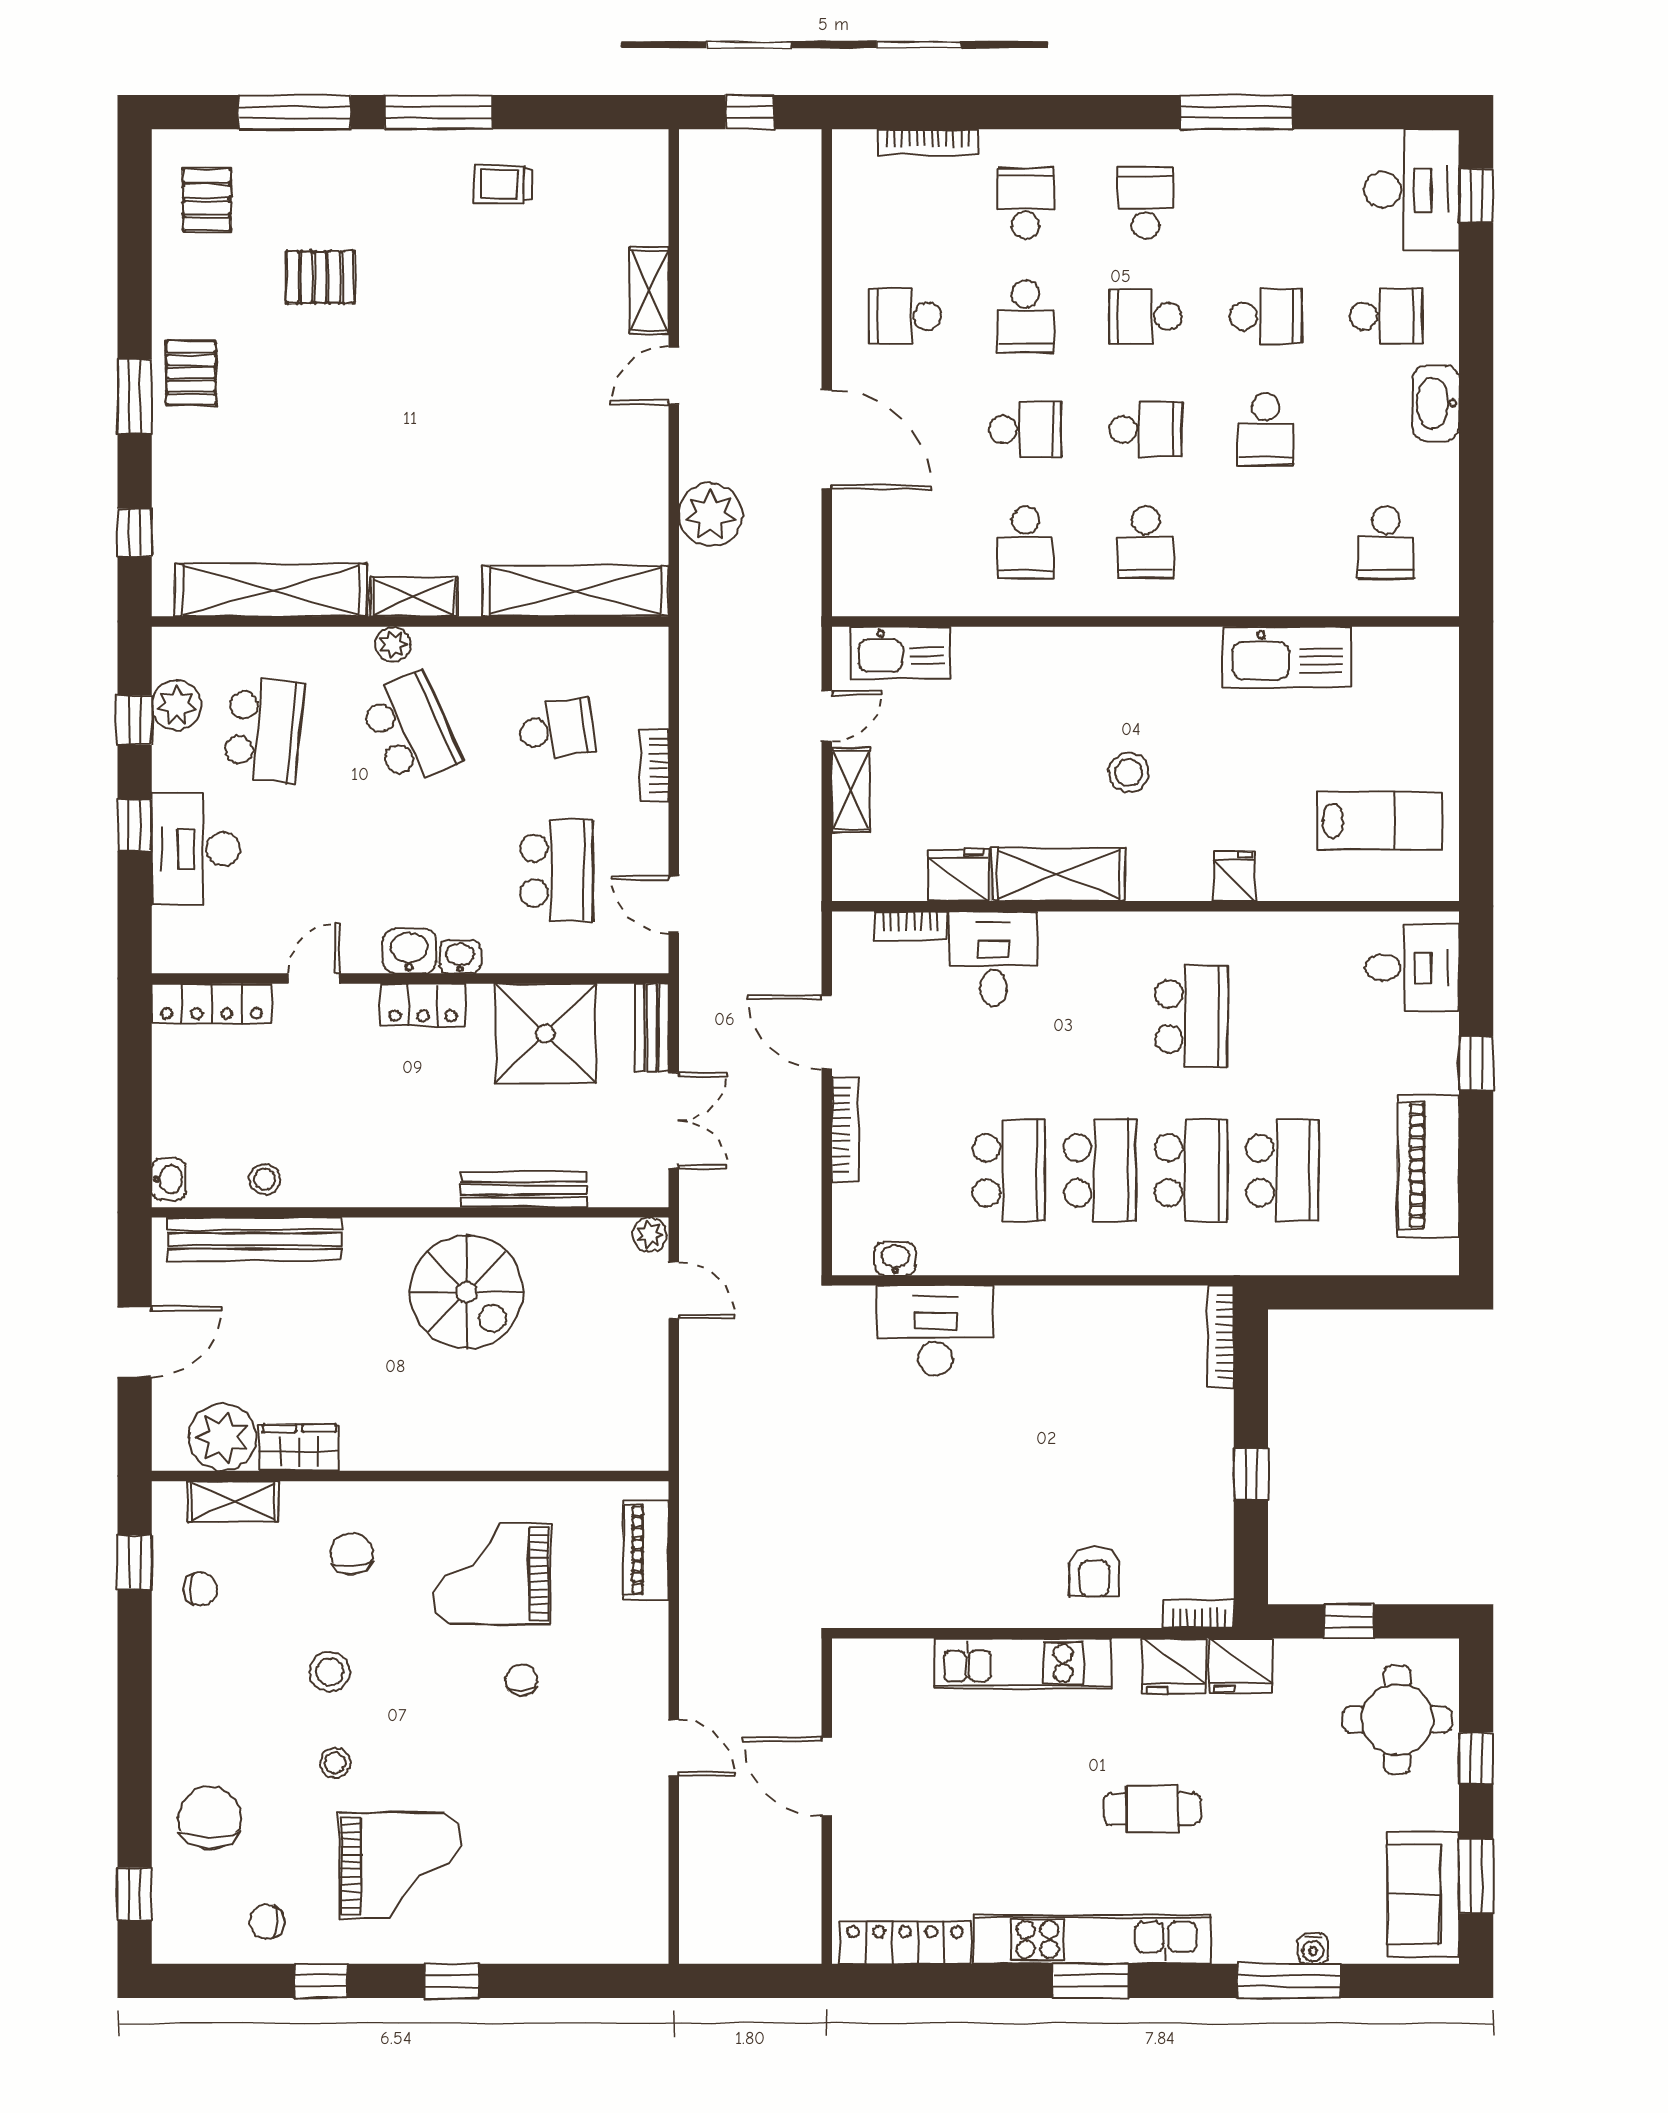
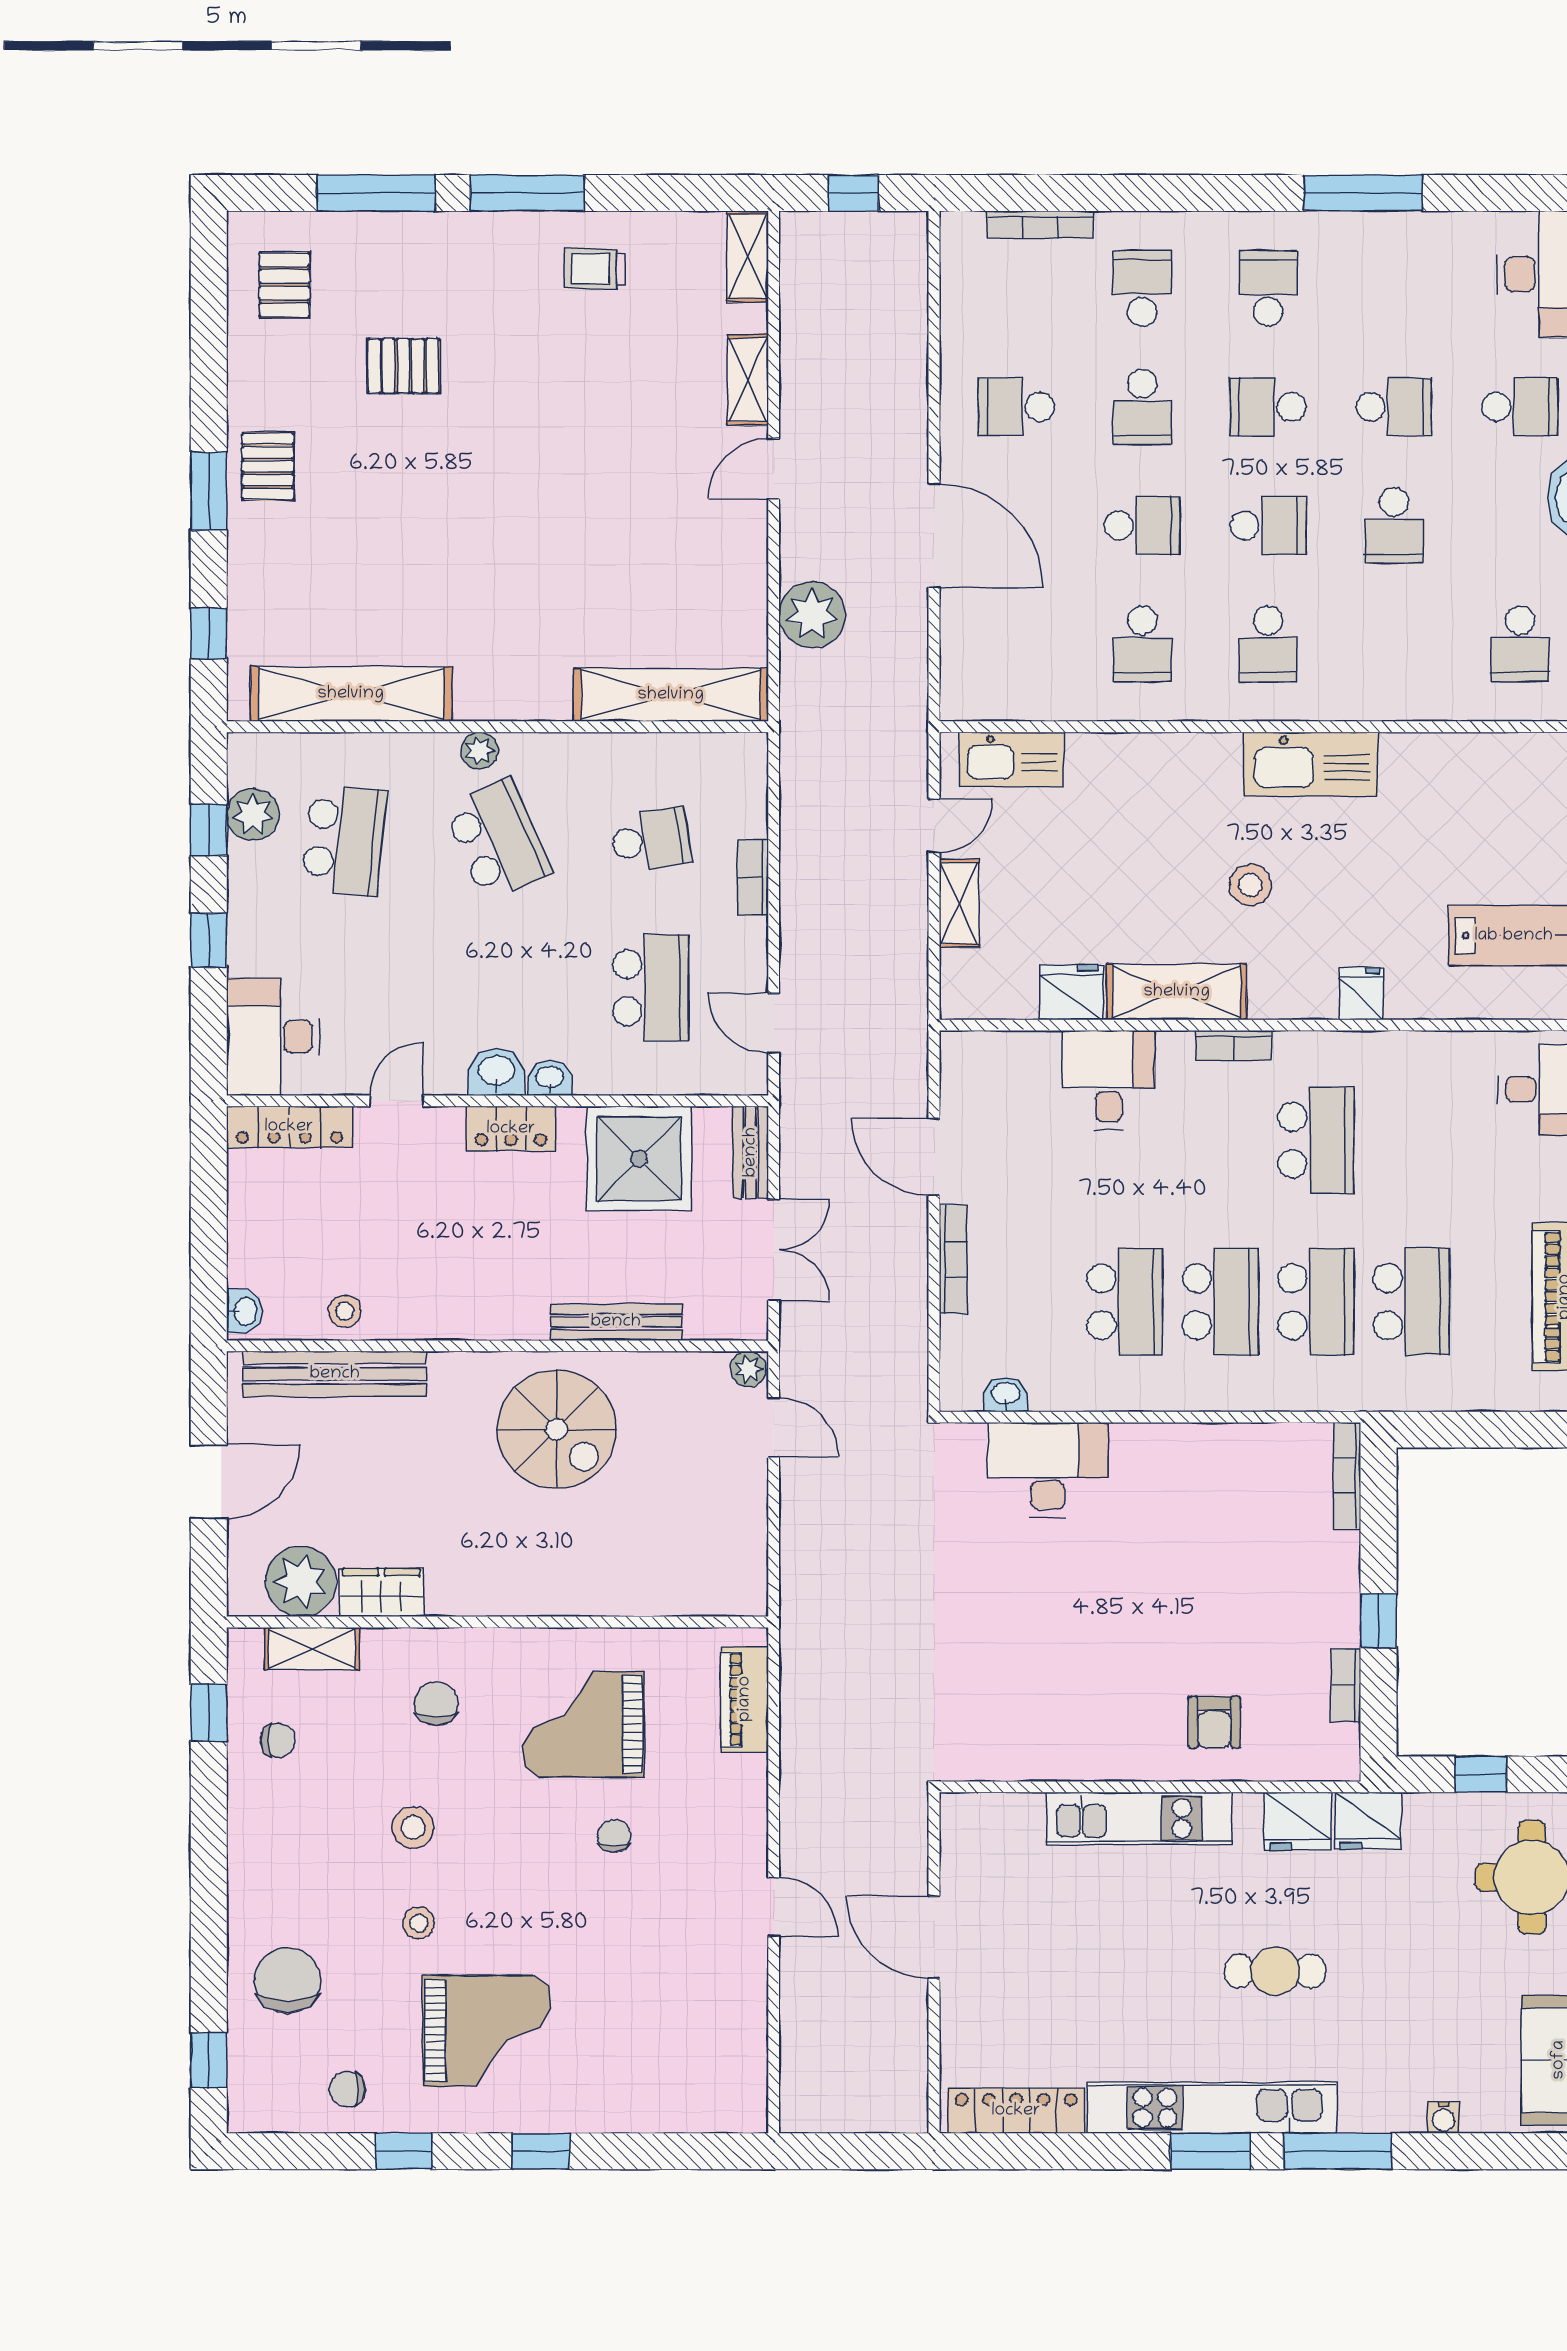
shelving: (414, 597) -> (748, 256), moved, turned 90
kitchen sink: (1287, 657) -> (1311, 764), moved
desk: (196, 849) -> (273, 1037), moved
bookcase: (910, 926) -> (1234, 1046), moved
bookcase: (1199, 1614) -> (1346, 1685), moved, turned -90
window: (1289, 1981) -> (1338, 2151), moved

